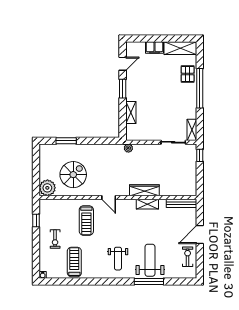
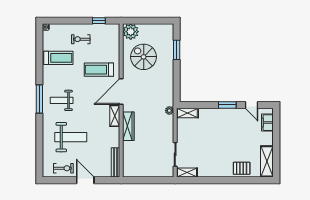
filing cabinet: (154, 47) -> (267, 123), moved
window: (200, 88) -> (228, 180), removed
shelving: (131, 112) -> (187, 113), moved
window: (200, 155) -> (162, 180), removed
spiral stairs: (73, 175) -> (144, 57), turned 180
door: (109, 198) -> (121, 91), width x1.88
shelving: (147, 204) -> (115, 116), moved
weight bench: (150, 260) -> (71, 137), moved
window: (149, 282) -> (39, 99), moved

